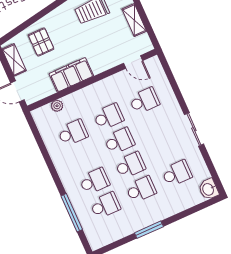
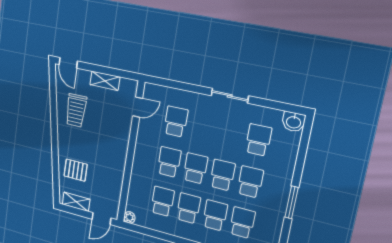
filing cabinet: (71, 75) -> (116, 166), removed
plant: (57, 106) -> (129, 217), moved
school desk: (84, 157) -> (188, 208), added

